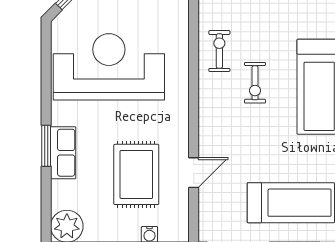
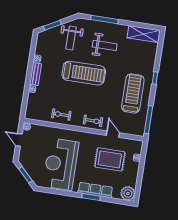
exercise bike: (255, 83) -> (93, 121), moved
row of seats: (63, 153) -> (95, 190), width x1.48

